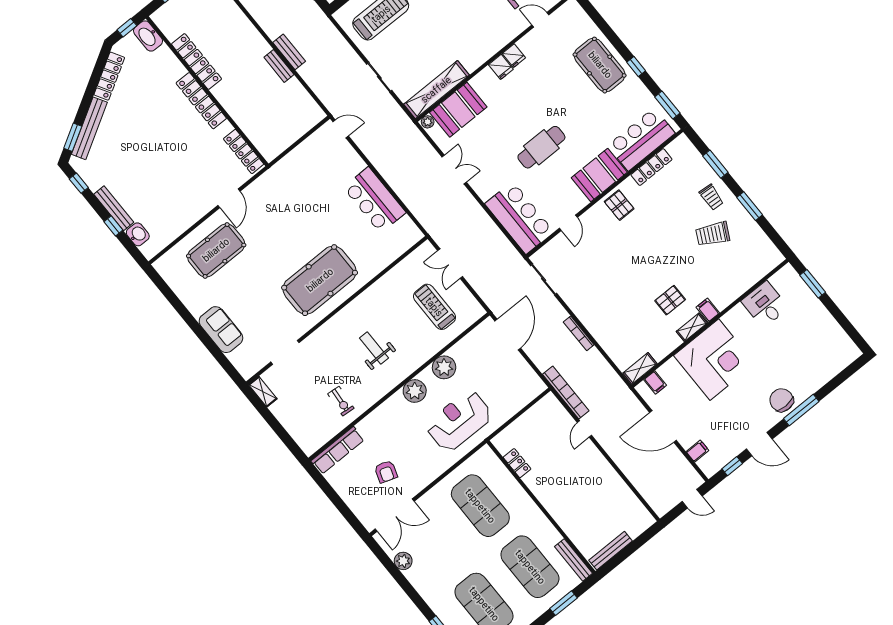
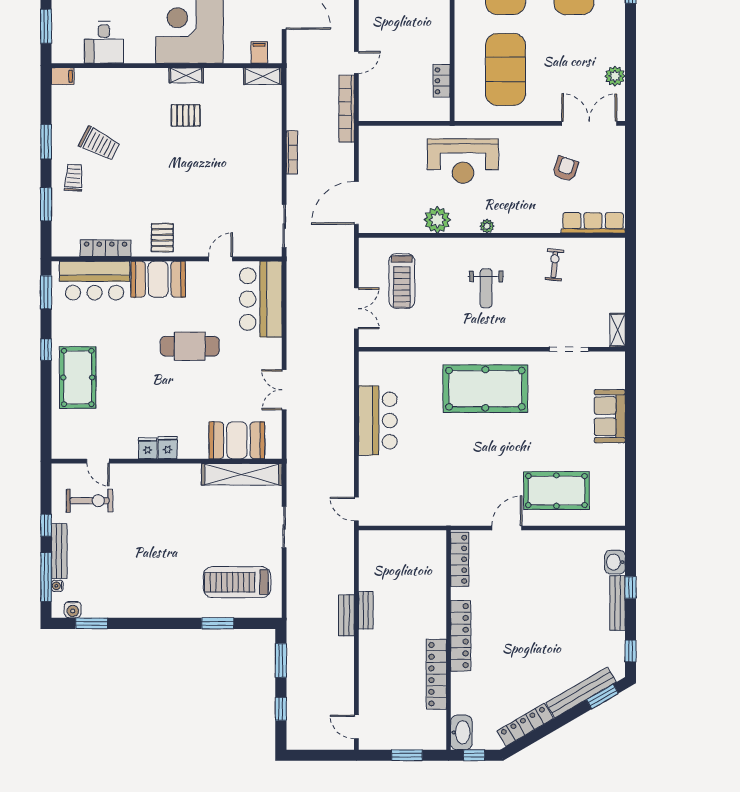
plant: (428, 122) -> (273, 452), removed
filing cabinet: (708, 310) -> (63, 76), moved, turned -90
plant: (415, 391) -> (487, 226), width x0.53, depth x0.53

